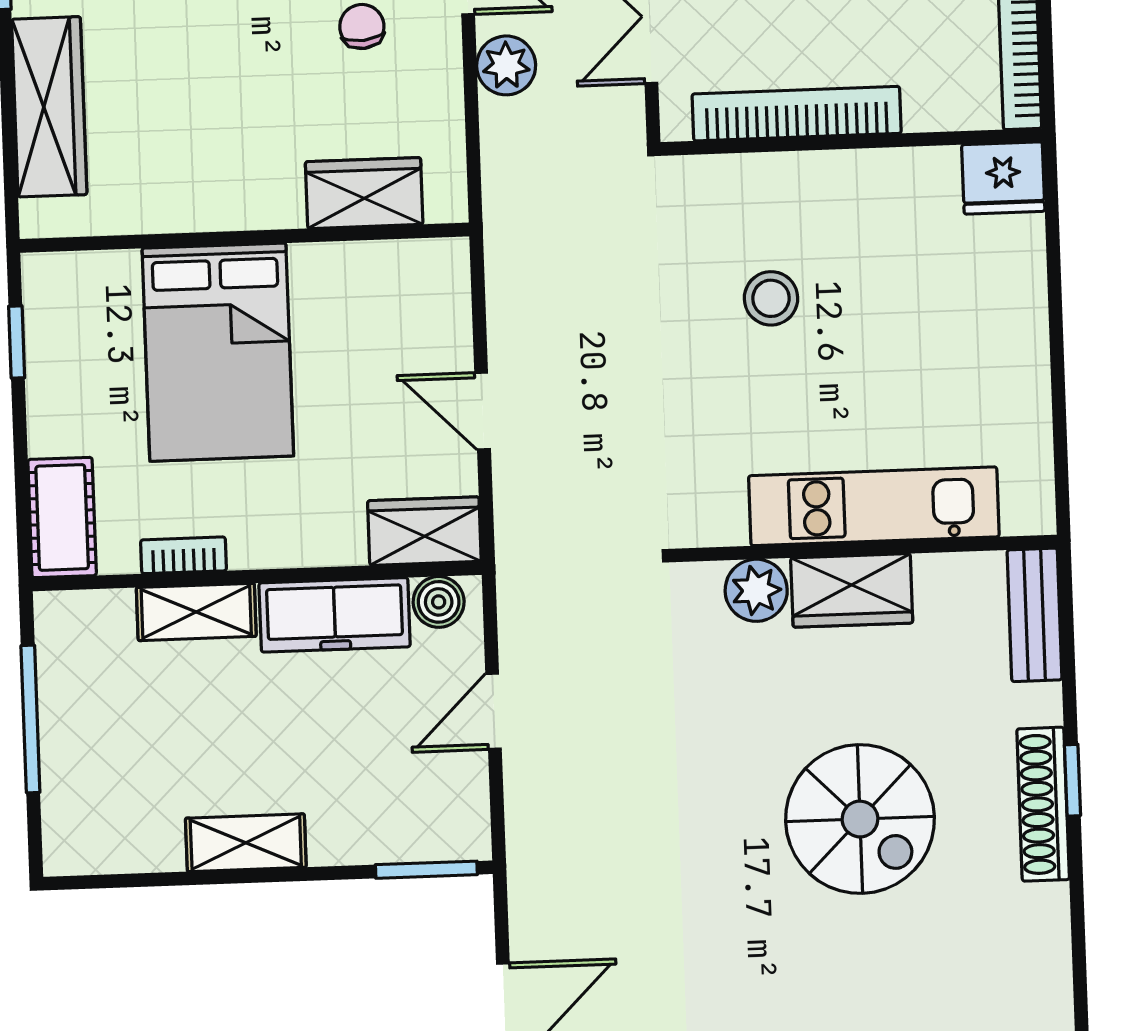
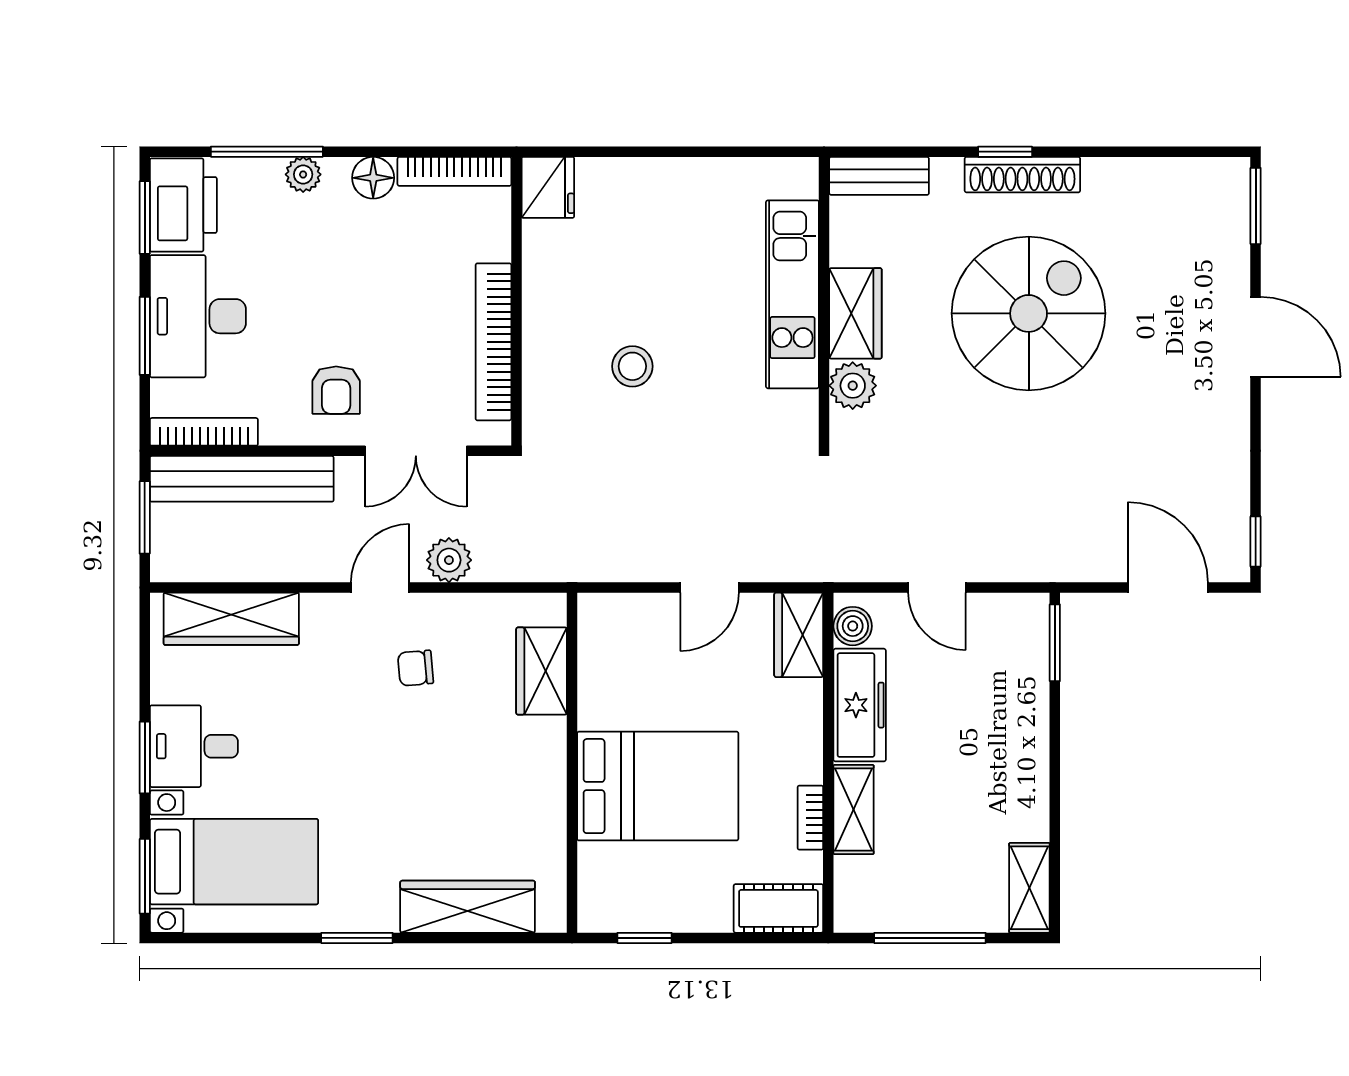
spiral stairs: (860, 819) -> (1029, 313), width x1.37, depth x1.37
shelving: (246, 843) -> (1029, 888), moved

